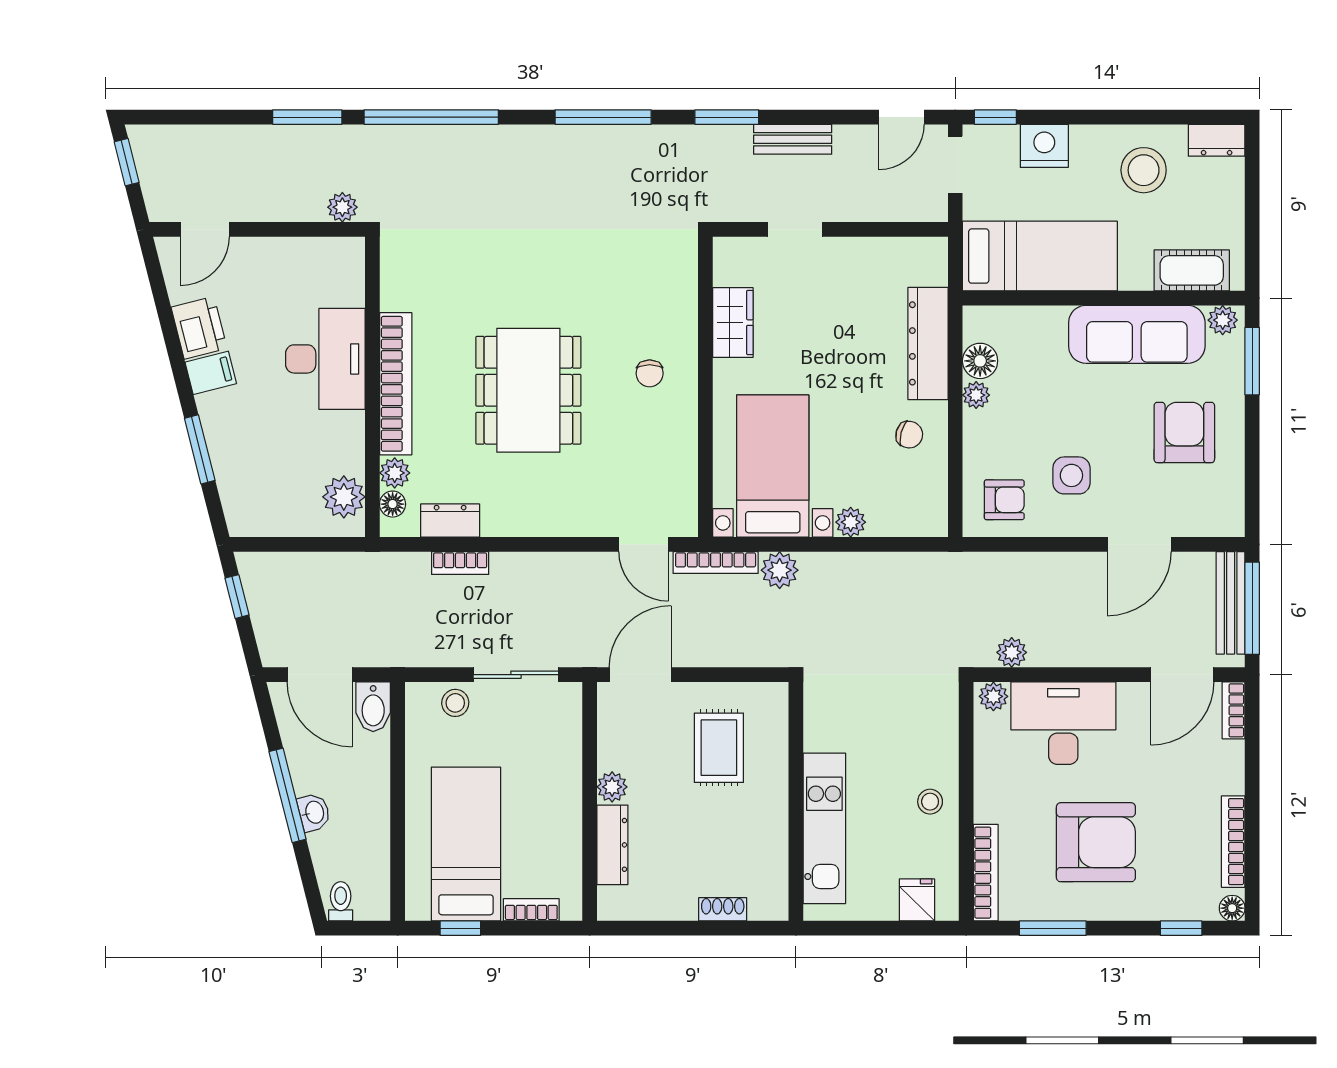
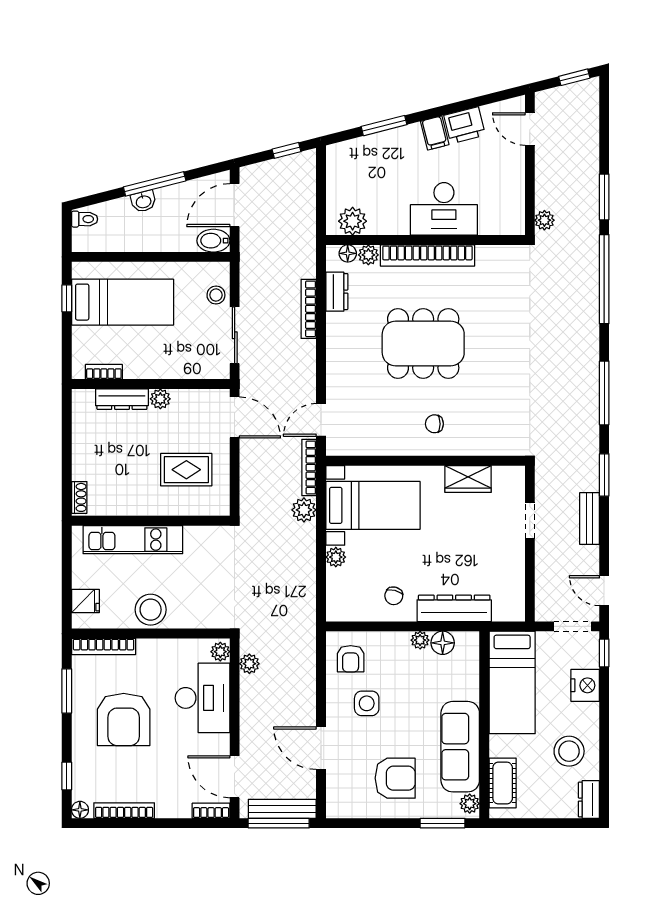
bookcase: (460, 563) -> (309, 309), width x1.56
stool: (930, 802) -> (151, 610), width x1.89, depth x1.89
shoe rack: (723, 909) -> (79, 497), moved
bookcase: (531, 910) -> (104, 372), moved, turned -90

